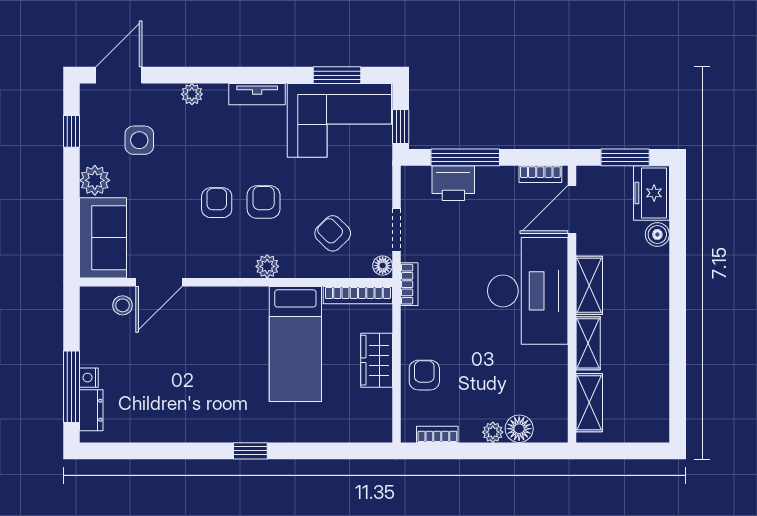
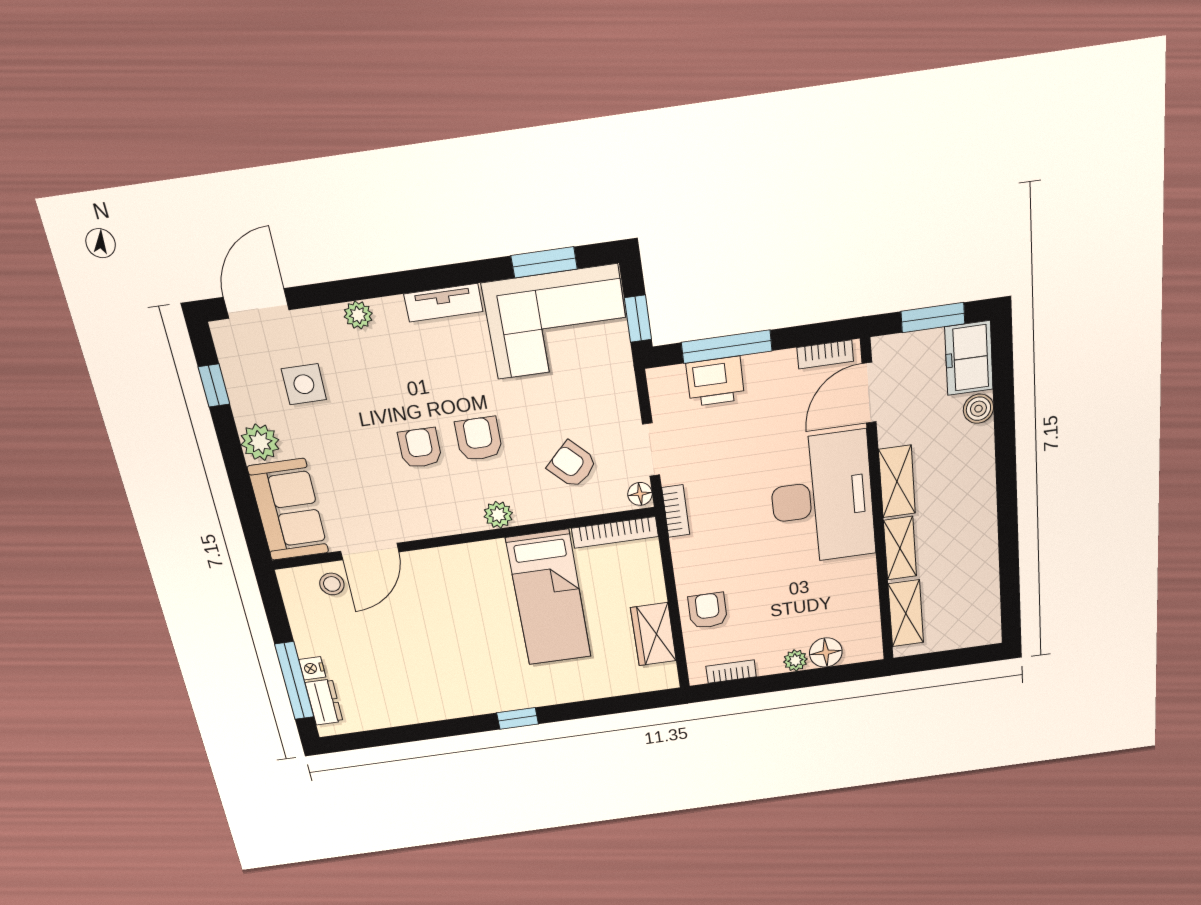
wardrobe: (377, 360) -> (653, 634), moved

